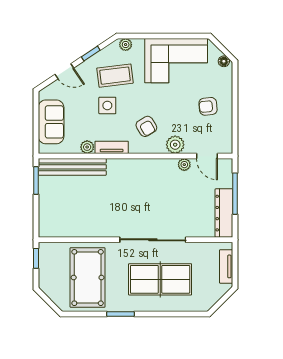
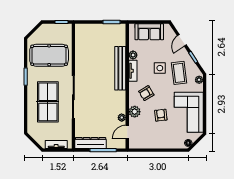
armchair: (208, 106) -> (161, 115), moved
bench: (72, 167) -> (120, 68), moved

